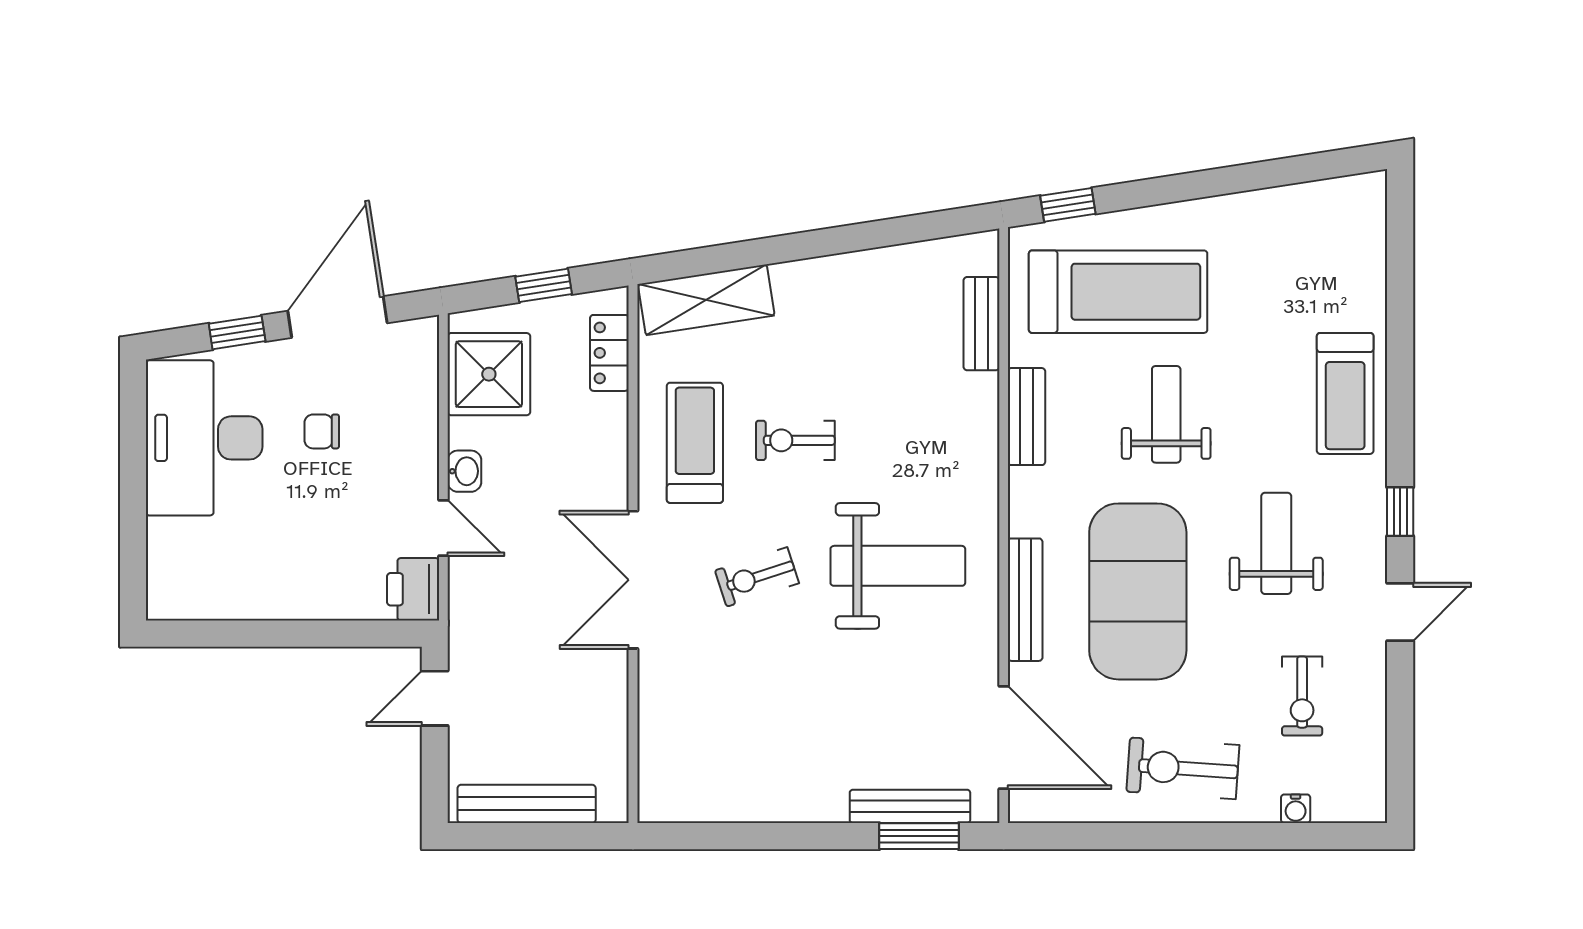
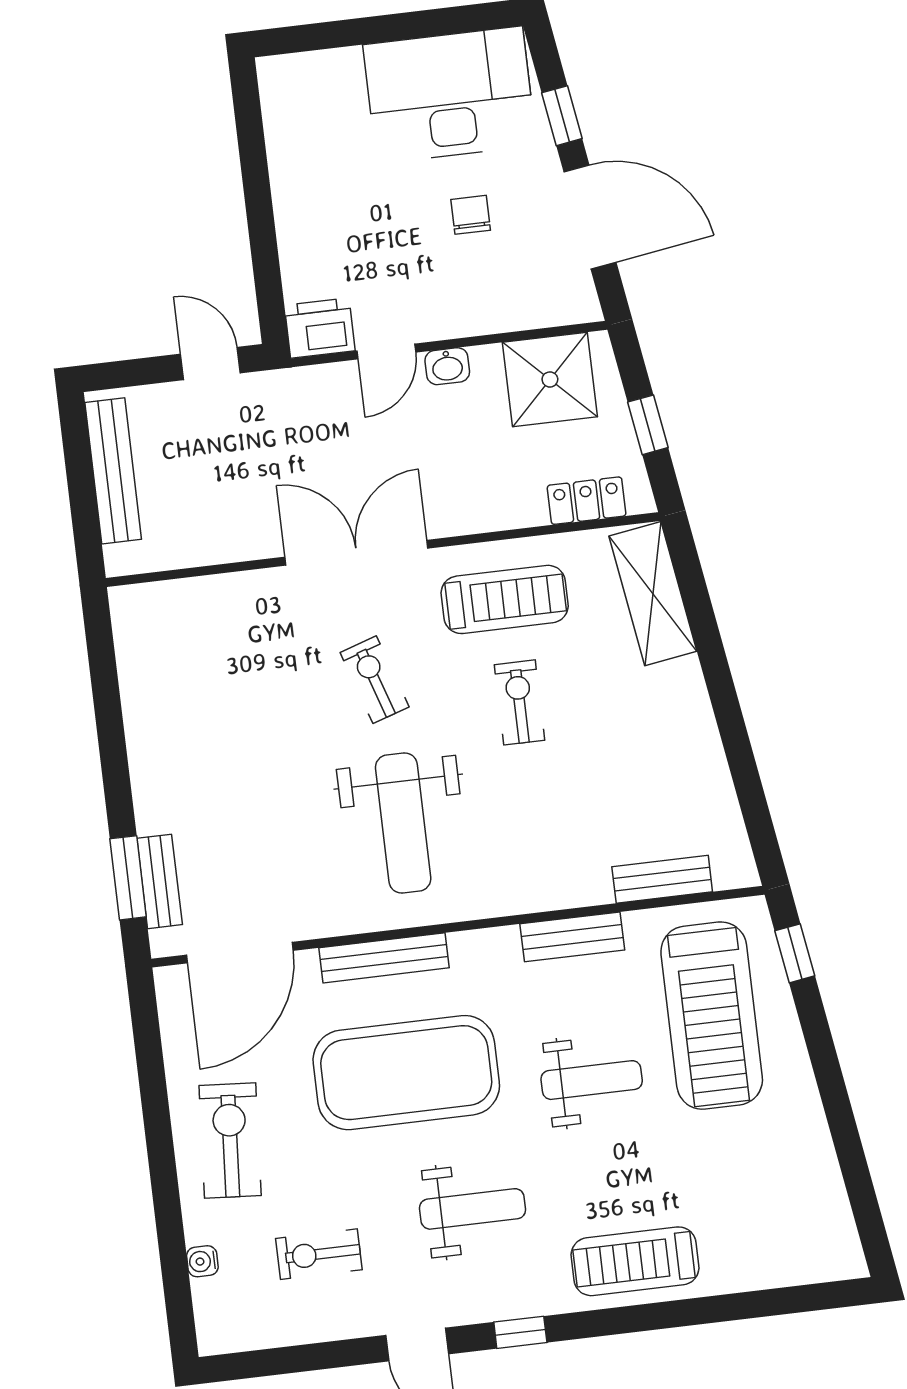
bench: (910, 806) -> (160, 881), width x0.73

